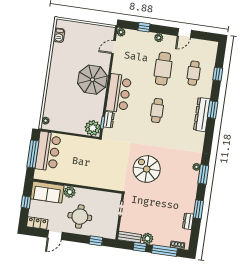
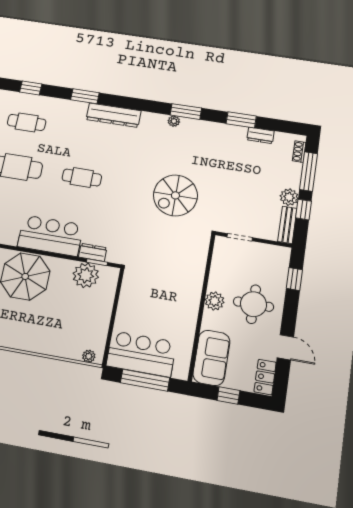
dresser: (202, 115) -> (113, 115), moved
plant: (93, 128) -> (86, 275), moved
plant: (70, 192) -> (215, 301), moved

